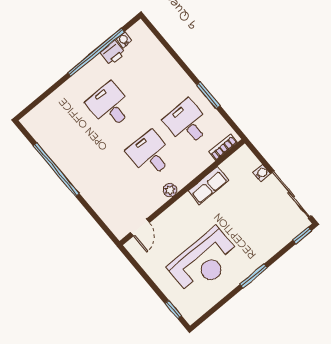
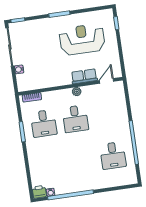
printer: (113, 53) -> (39, 192), moved
desk: (110, 106) -> (113, 155), moved
row of seats: (208, 186) -> (84, 76), moved

